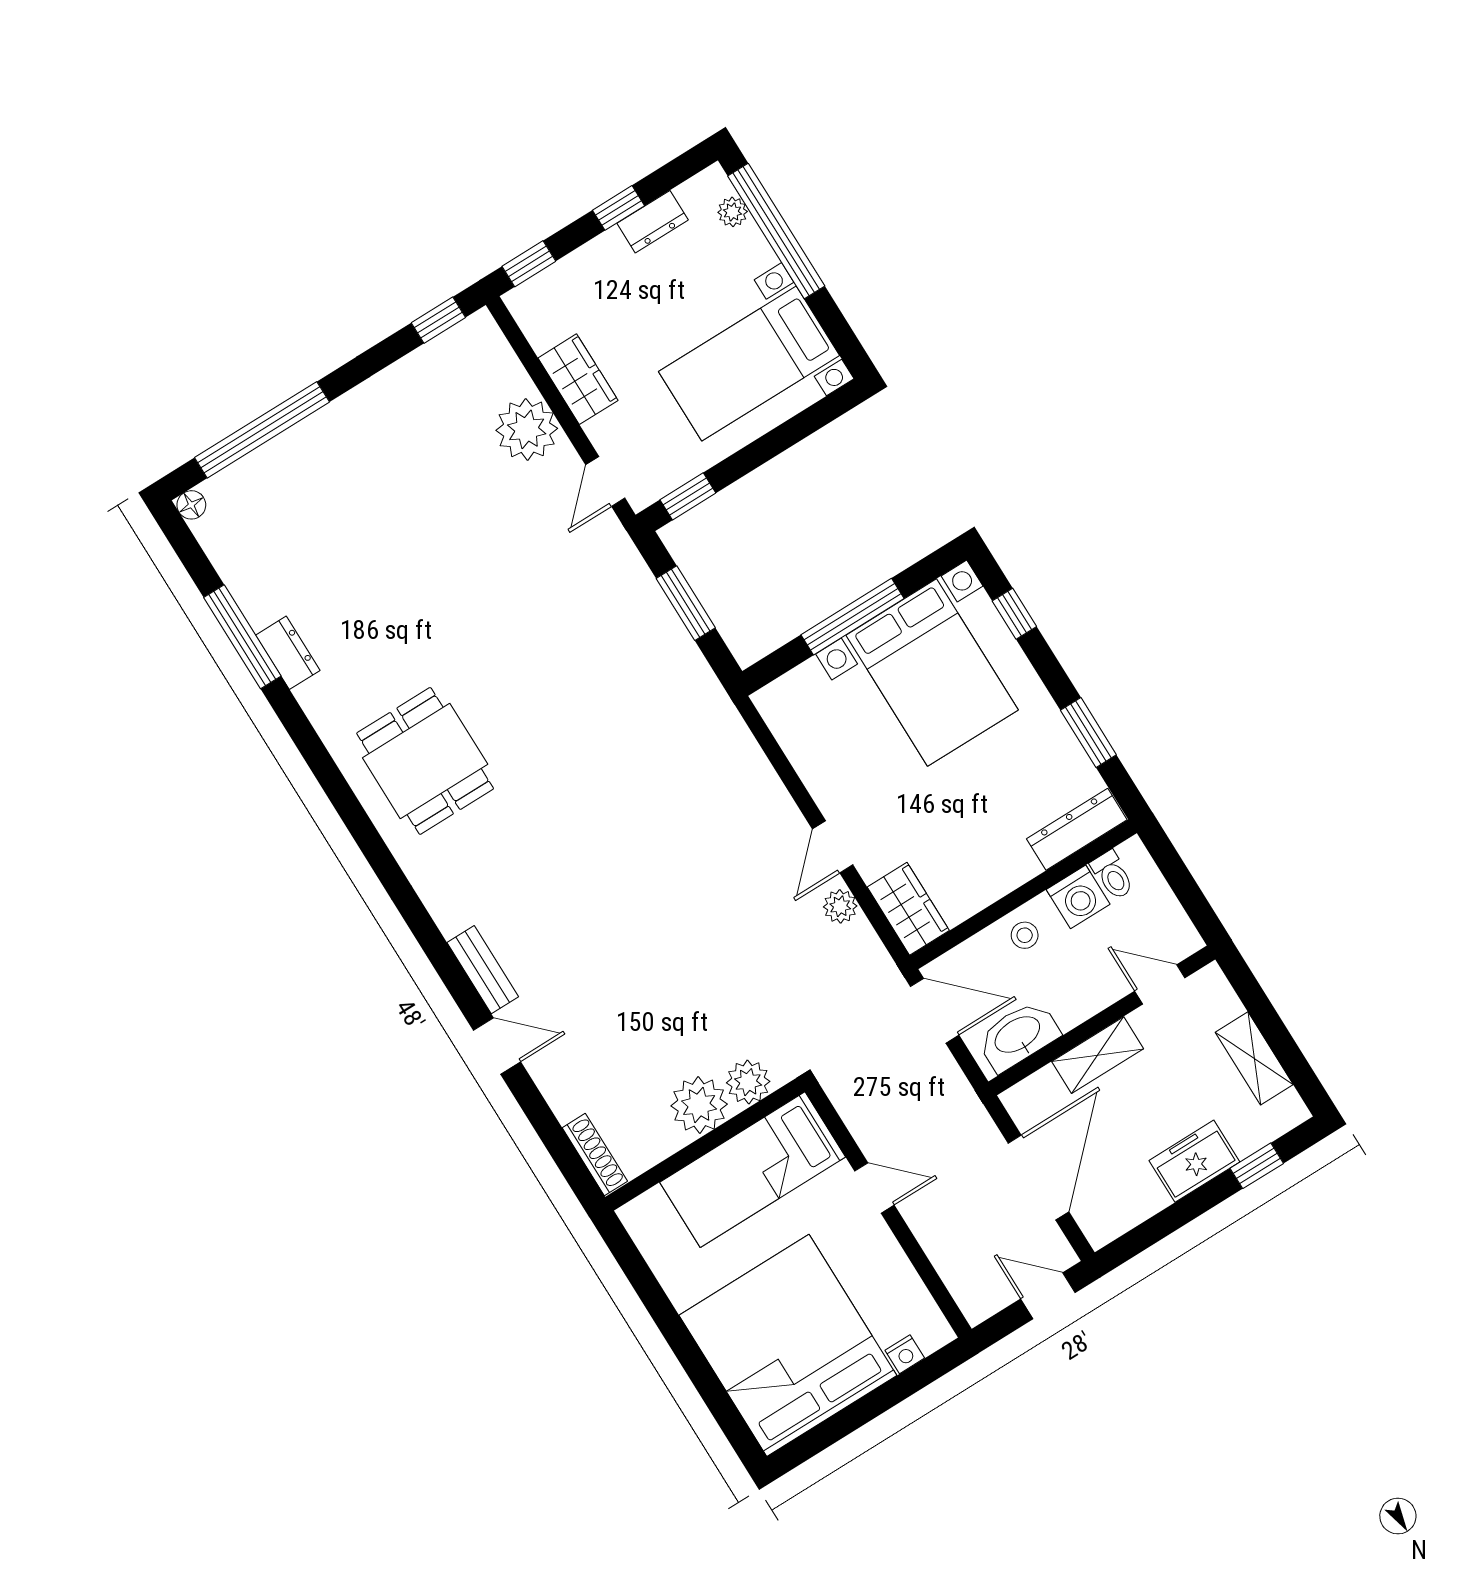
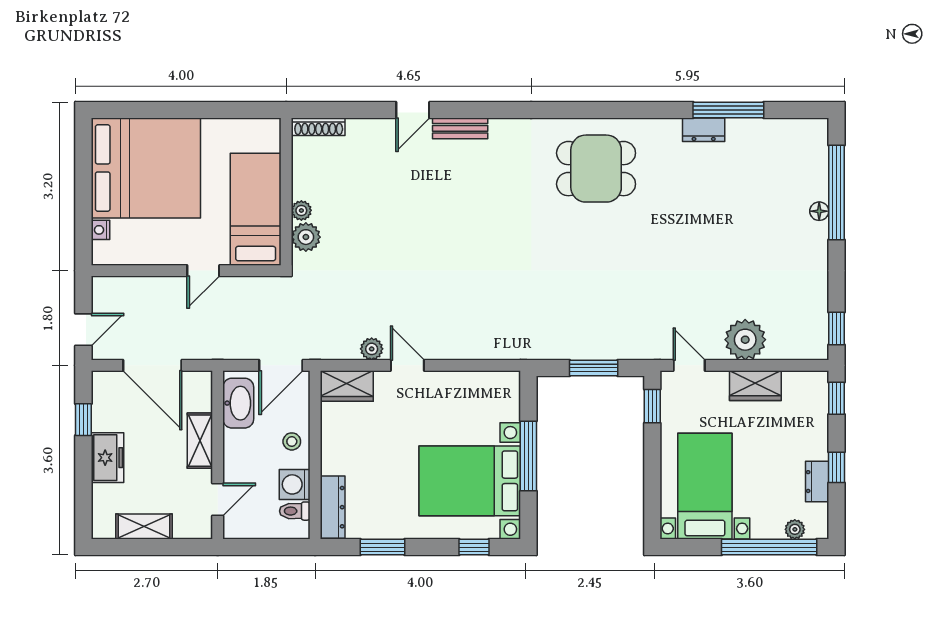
floor lamp: (191, 505) -> (819, 211), moved
plant: (699, 1105) -> (301, 210), width x0.53, depth x0.53
window: (1257, 1166) -> (83, 420), moved

